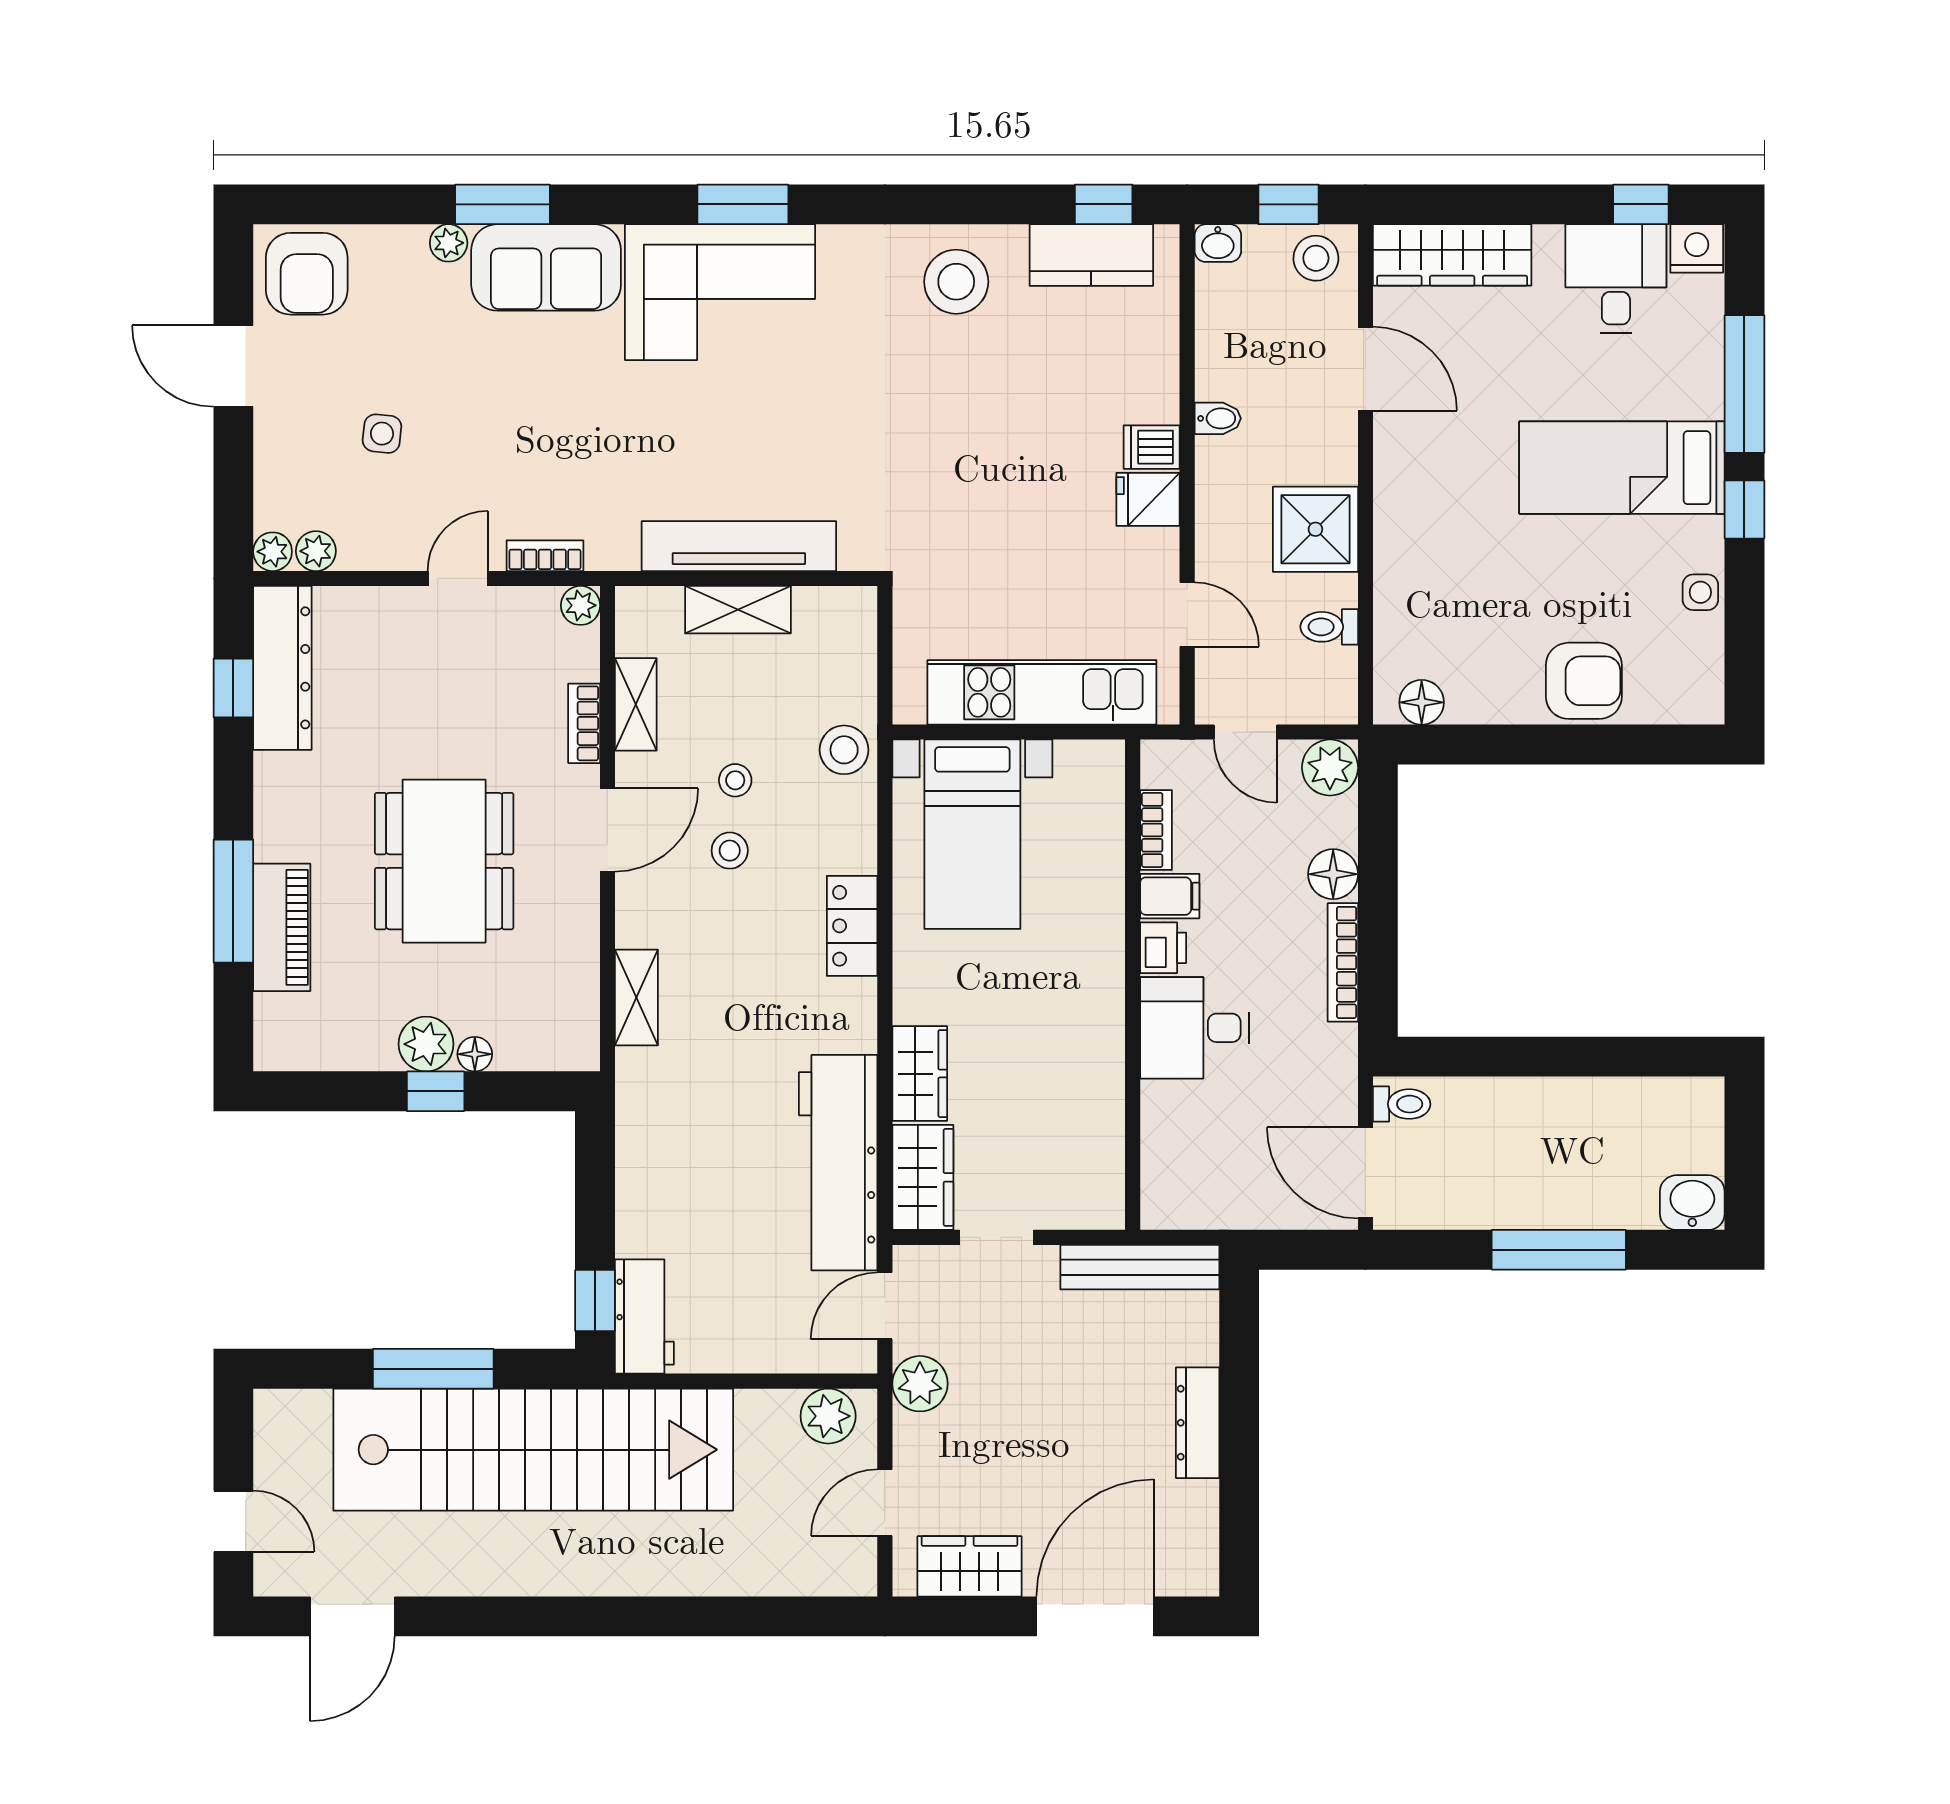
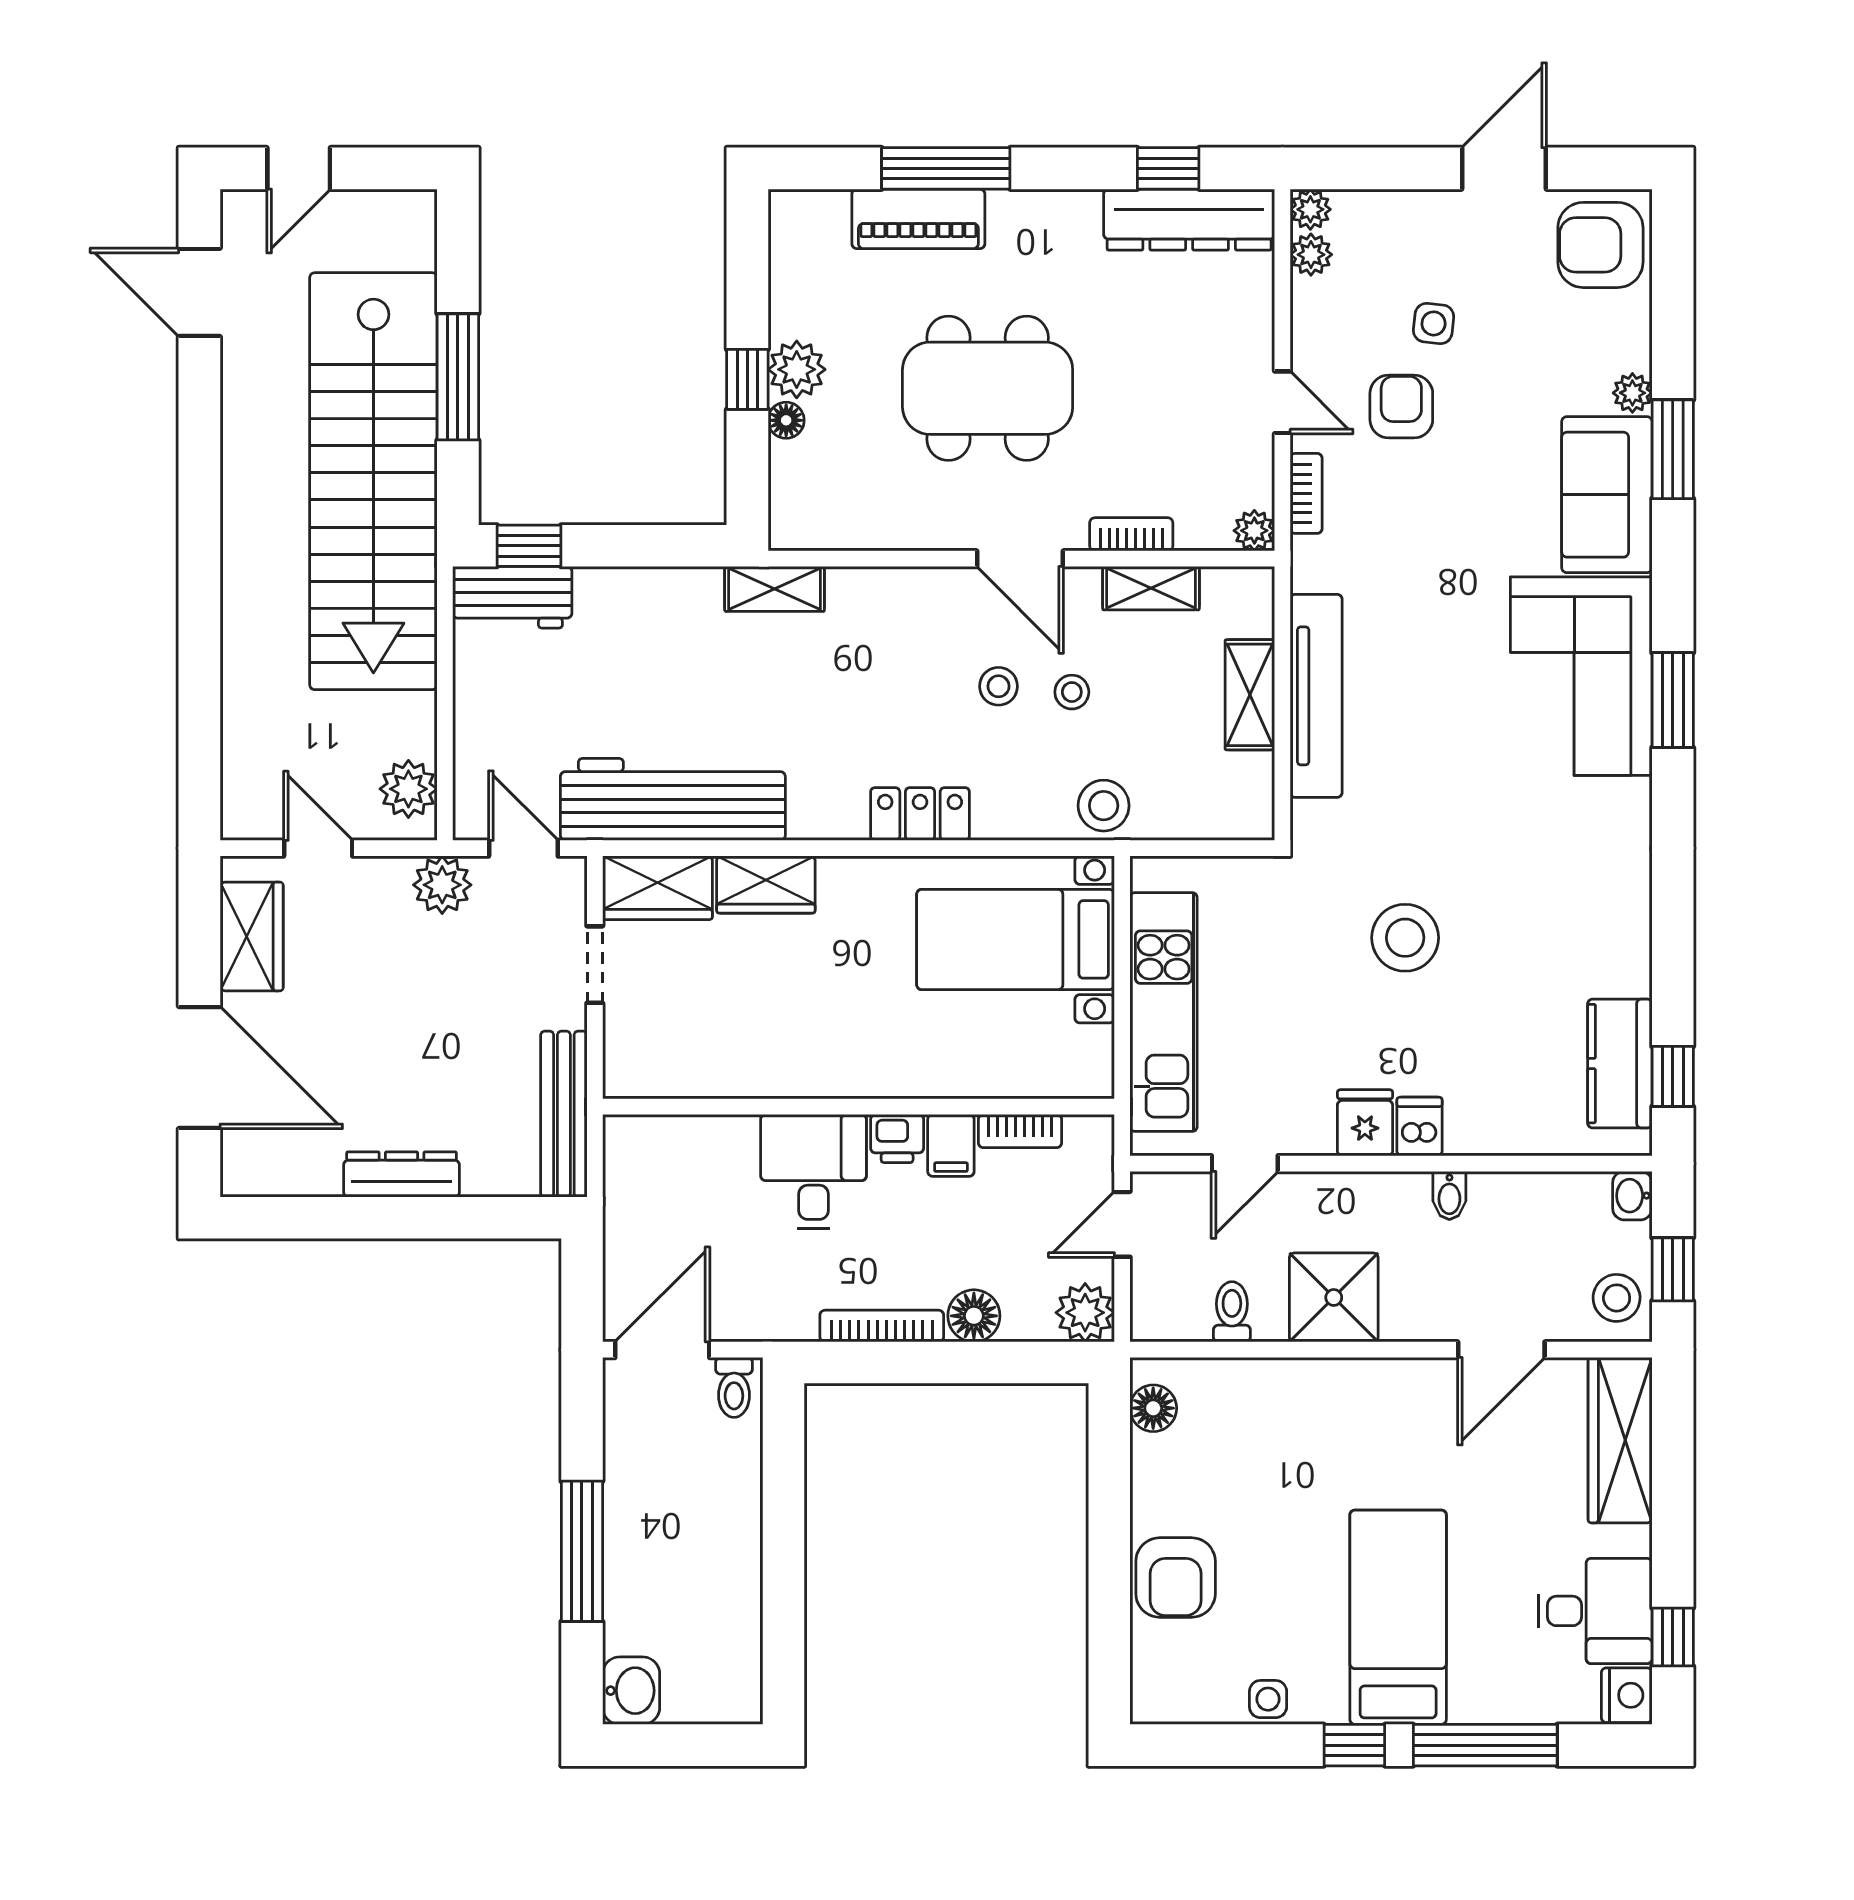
stool: (956, 282) -> (1405, 938), moved
armchair: (462, 465) -> (1401, 407), added
shelving: (636, 998) -> (775, 589), moved

